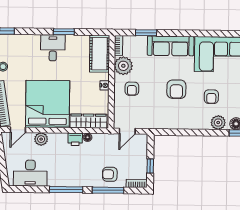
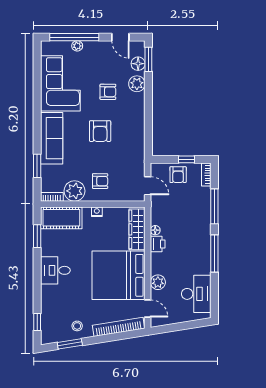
window: (64, 32) -> (37, 236), moved
armchair: (176, 89) -> (100, 131), turned 90
armchair: (110, 174) -> (178, 175), moved

